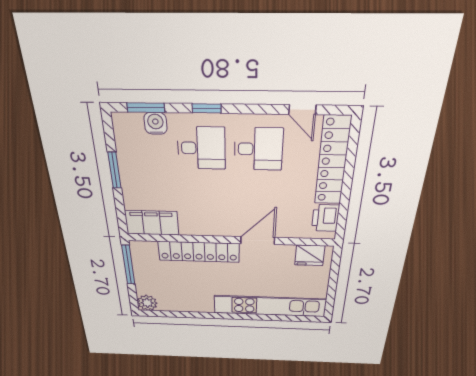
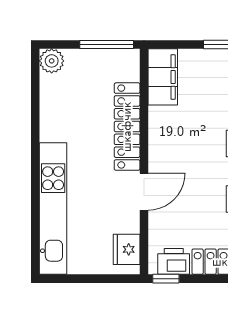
window: (341, 225) -> (166, 279), added
door: (258, 241) -> (144, 192), hinge flipped

